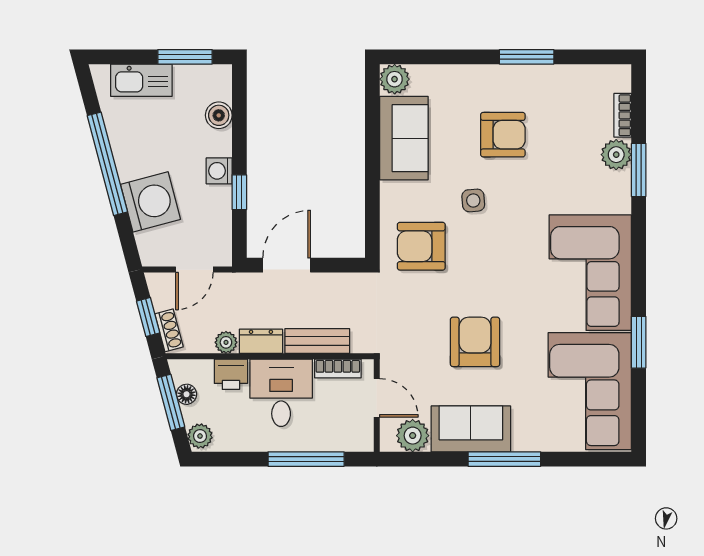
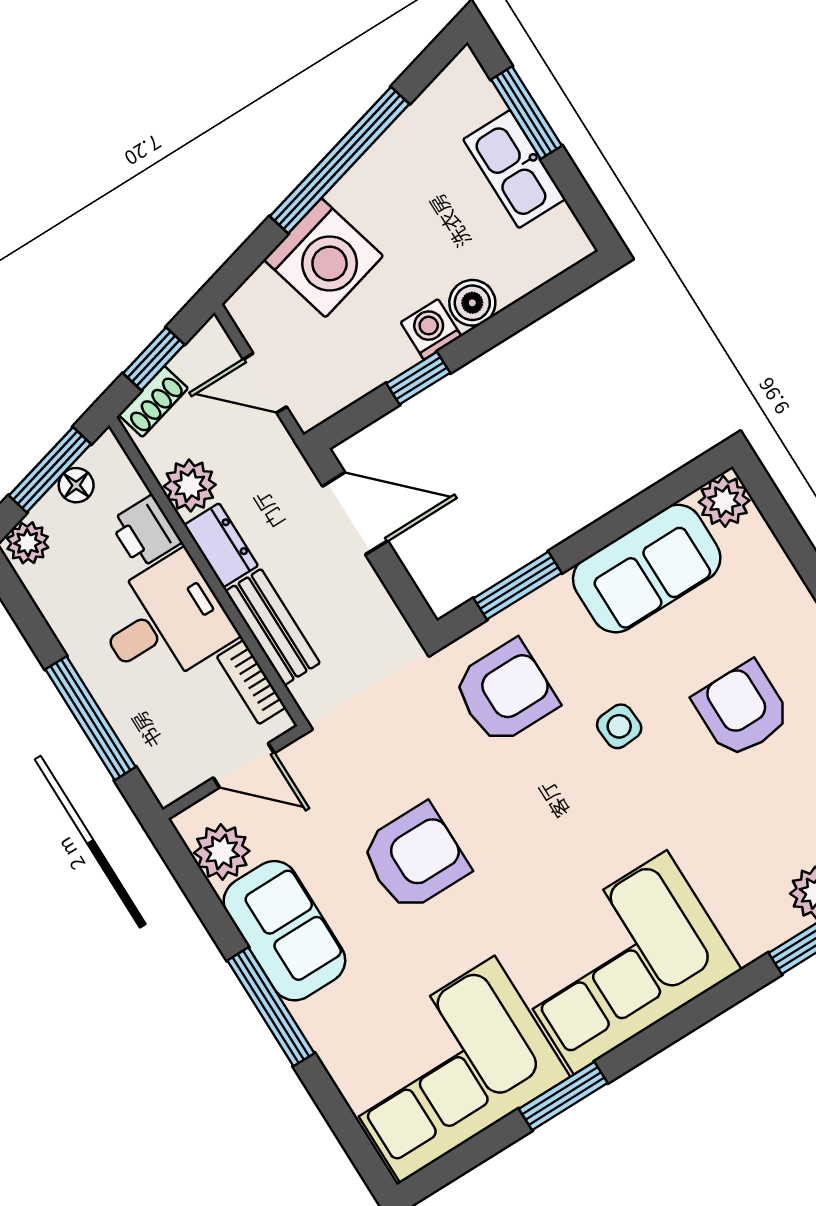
window: (185, 57) -> (526, 113), moved
kitchen sink: (141, 80) -> (514, 169), moved
boiler: (219, 115) -> (472, 303), moved
armchair: (503, 135) -> (742, 710), turned 180
window: (372, 207) -> (518, 586), added
armchair: (421, 246) -> (505, 692), turned 90
plant: (226, 342) -> (190, 486), width x1.38, depth x1.38
door: (377, 398) -> (244, 765), hinge flipped

